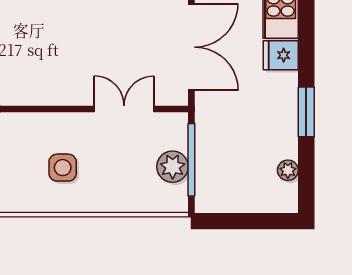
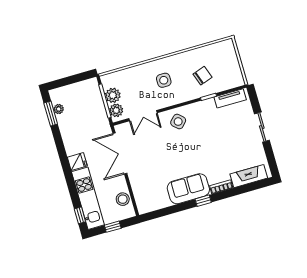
side table: (58, 77) -> (178, 122), added
window: (306, 112) -> (51, 114), moved
plant: (174, 135) -> (116, 110), added

